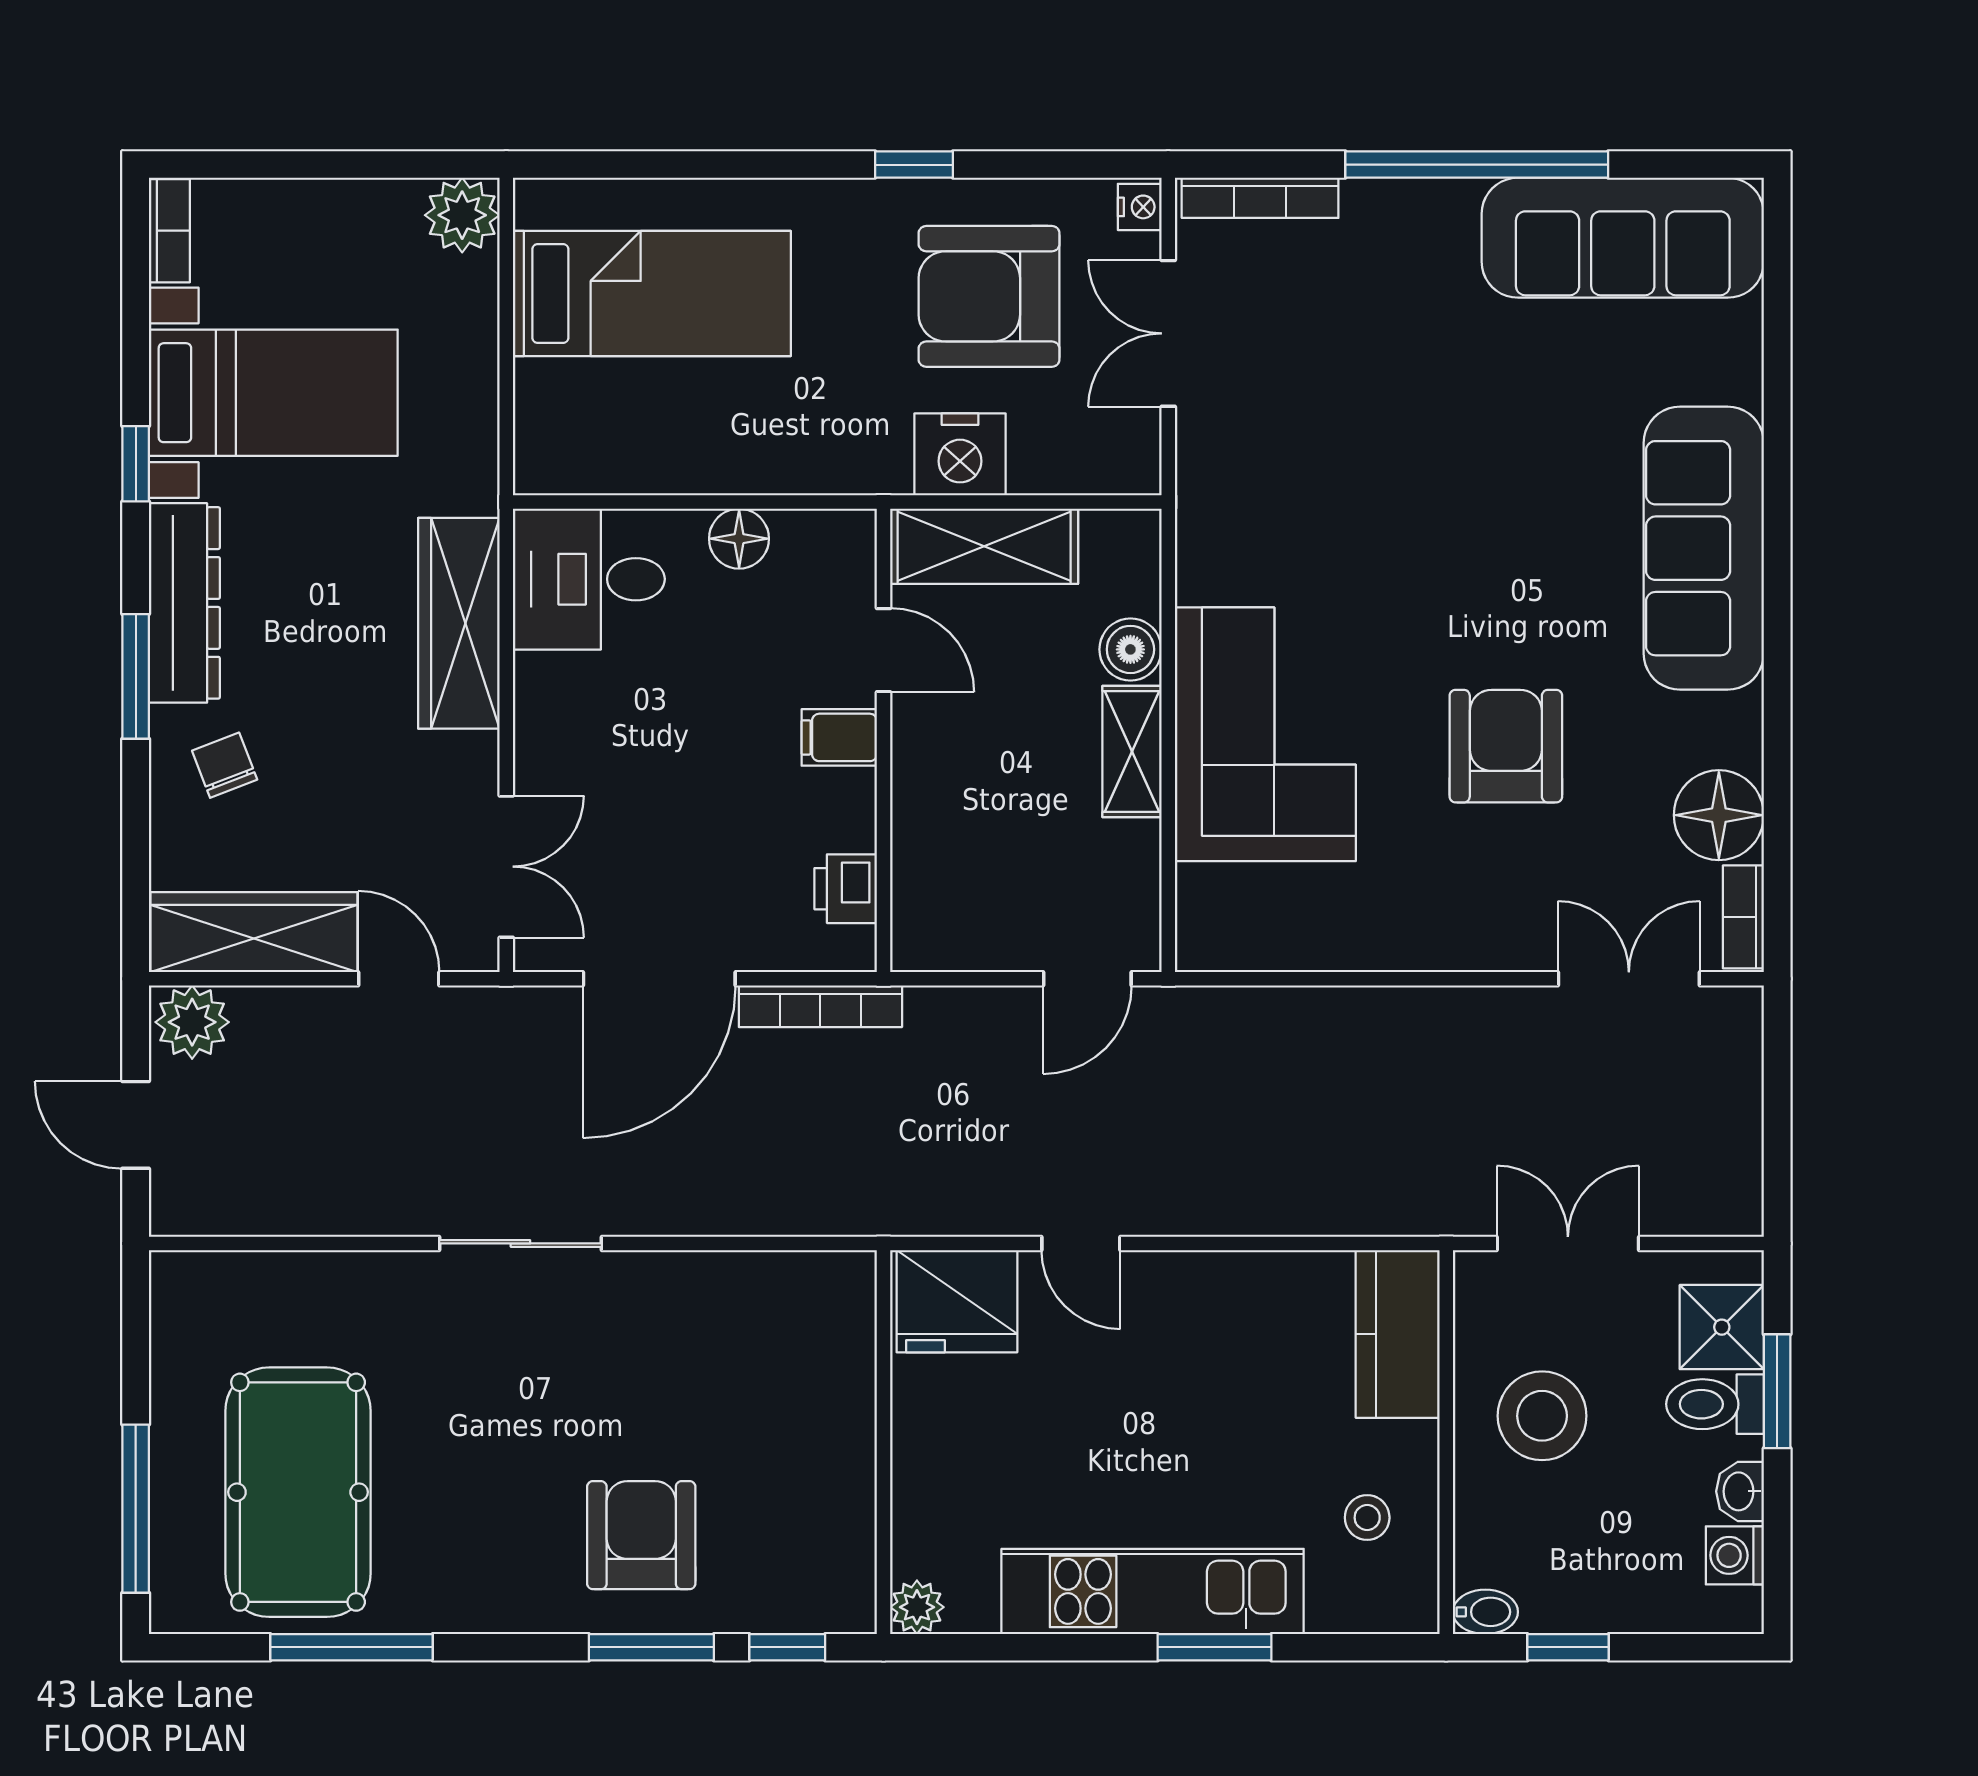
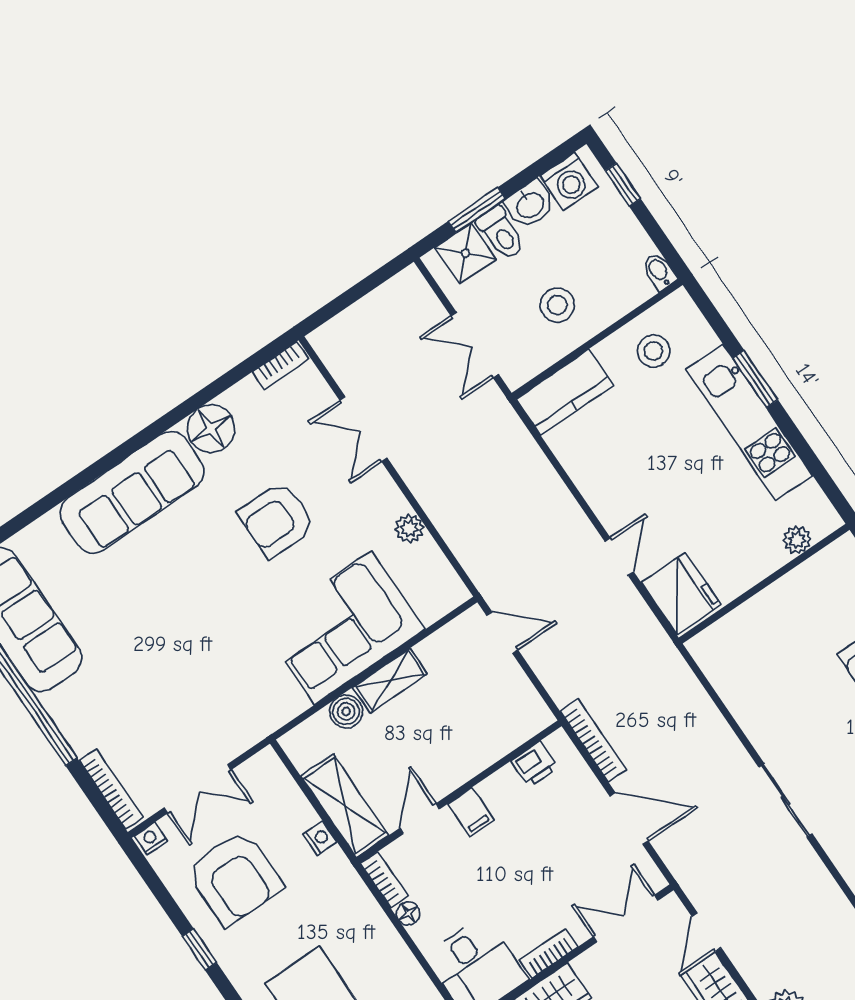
nightstand: (960, 454) -> (320, 838), width x0.53, depth x0.56
bookcase: (826, 529) -> (384, 880), added
floor lamp: (739, 539) -> (408, 913), width x0.73, depth x0.73
bookcase: (534, 708) -> (549, 953), added
floor lamp: (1719, 815) -> (211, 429), moved
plant: (1350, 945) -> (409, 528), added
door: (659, 979) -> (629, 819), width x0.73
double door: (1629, 979) -> (363, 429), moved
stool: (1542, 1416) -> (557, 305), width x0.73, depth x0.73
washbasin: (1740, 1491) -> (530, 205), width x1.38, depth x1.45
stool: (1367, 1518) -> (653, 351), width x1.37, depth x1.37
washing machine: (1735, 1555) -> (569, 181), width x1.38, depth x1.38
plant: (917, 1607) -> (797, 540), moved
window: (1568, 1647) -> (623, 185), moved

